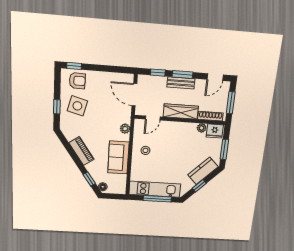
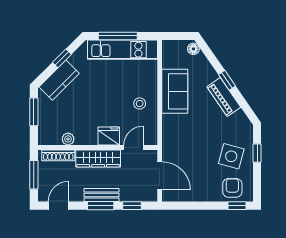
armchair: (77, 81) -> (232, 188), turned 89
plant: (125, 129) -> (169, 131), removed
fridge: (215, 131) -> (109, 136), moved
window: (89, 179) -> (227, 80), moved

